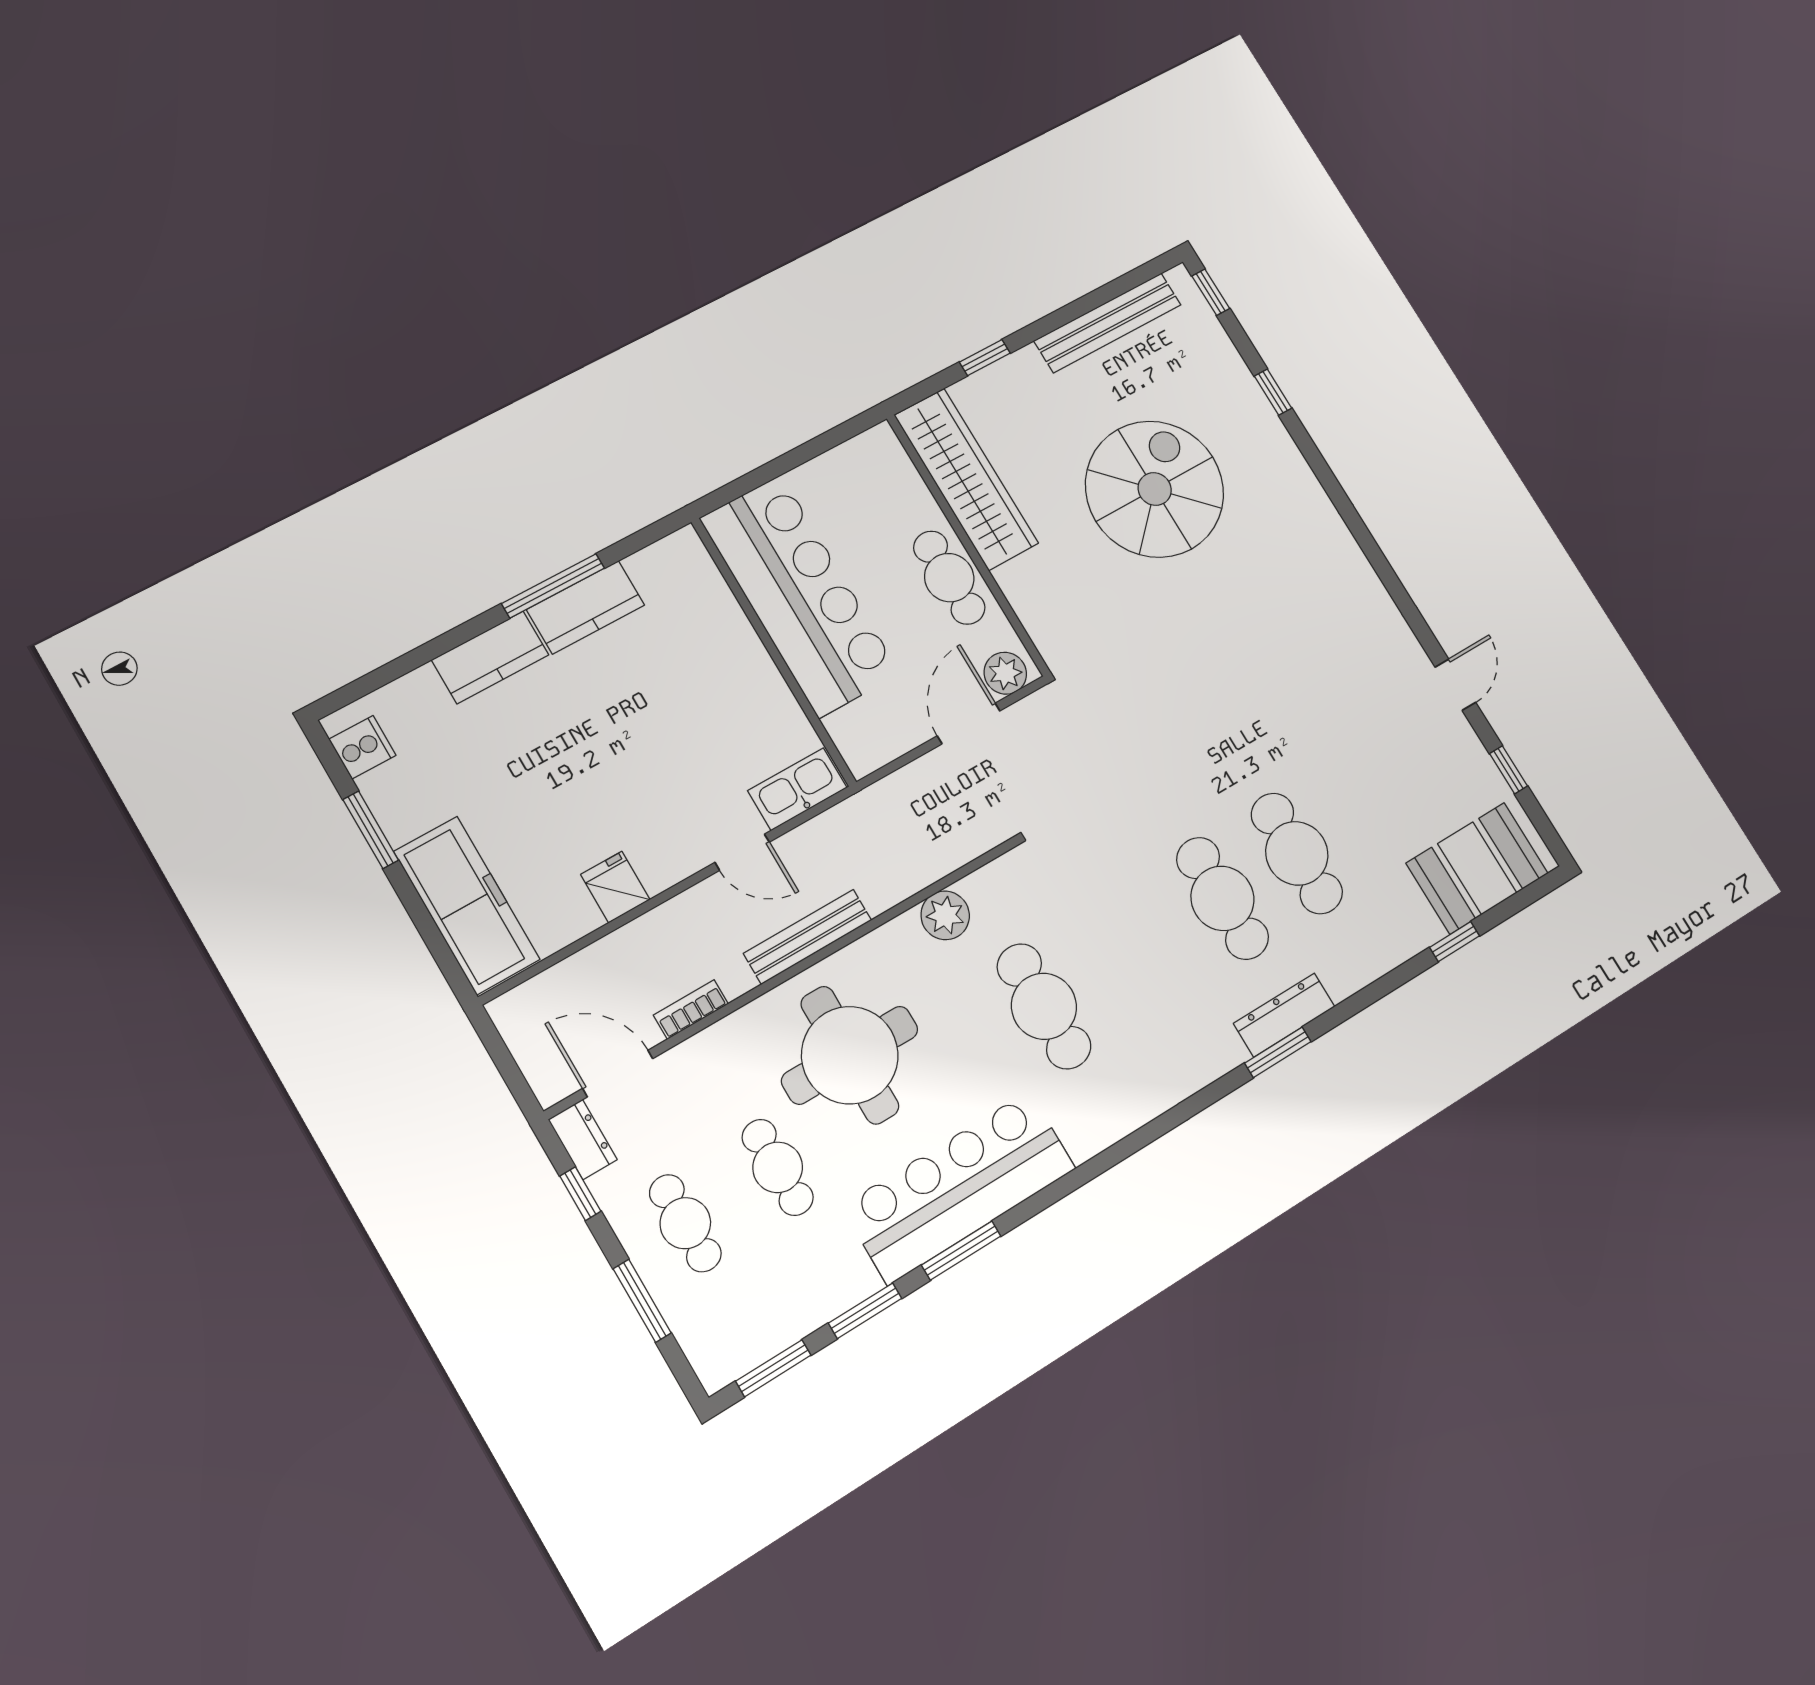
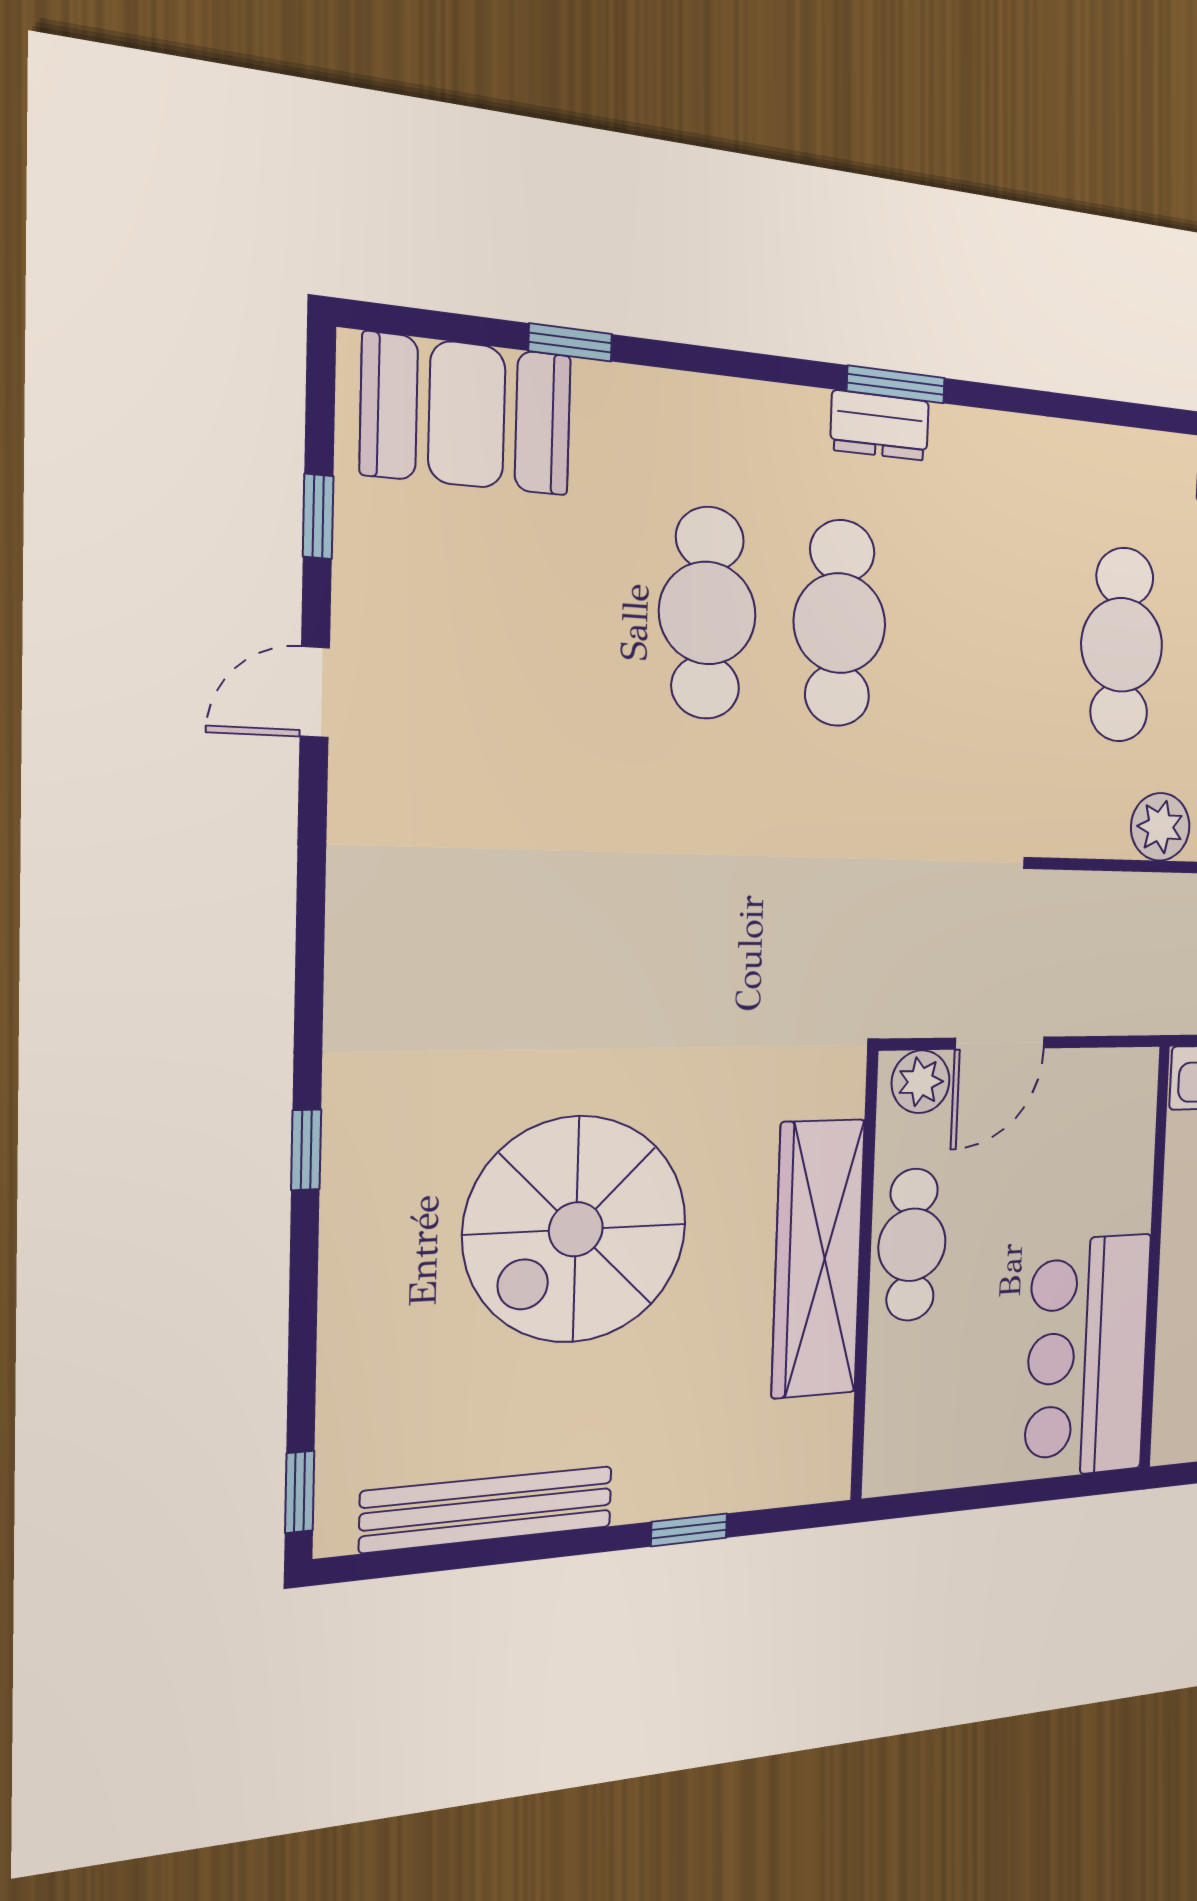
window: (1273, 392) -> (306, 1150), moved
wardrobe: (966, 479) -> (818, 1259), moved
bar counter: (800, 596) -> (1088, 1356), width x0.73
dresser: (1284, 1015) -> (880, 426), width x0.70

